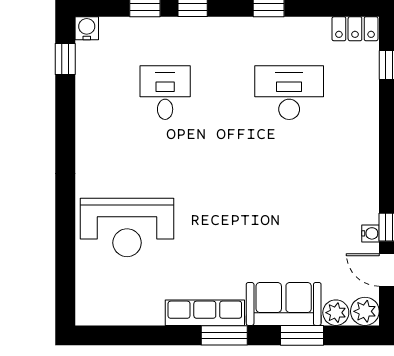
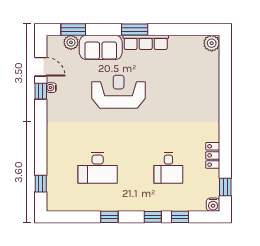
locker: (355, 29) -> (213, 155), moved, turned -90
reception desk: (127, 227) -> (119, 92), moved
plant: (365, 311) -> (212, 43), moved
window: (302, 335) -> (73, 29), moved

